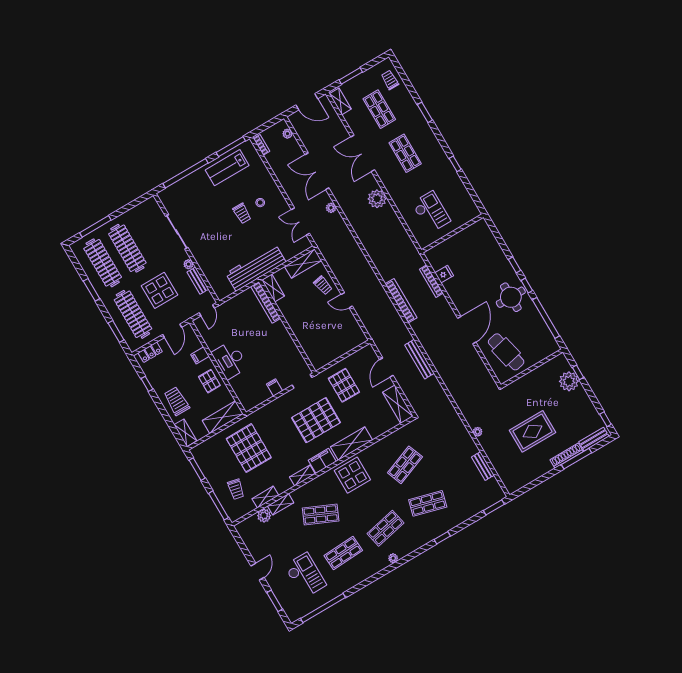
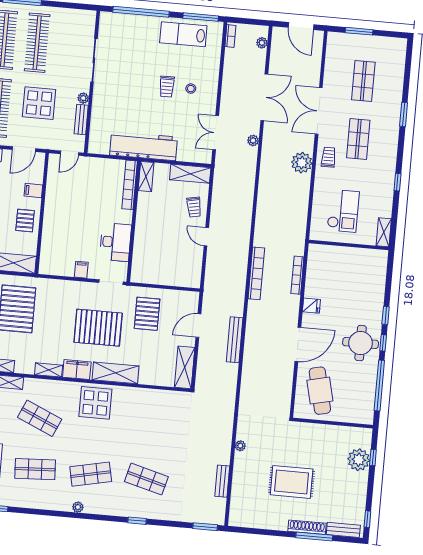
trolley: (390, 80) -> (329, 157), moved
shelving: (340, 101) -> (384, 232), moved
double door: (317, 171) -> (264, 97), swing flipped
fridge: (444, 274) -> (311, 306), moved
desk: (230, 360) -> (115, 242), moved, turned 180
shop shelf: (405, 465) -> (151, 428), removed

